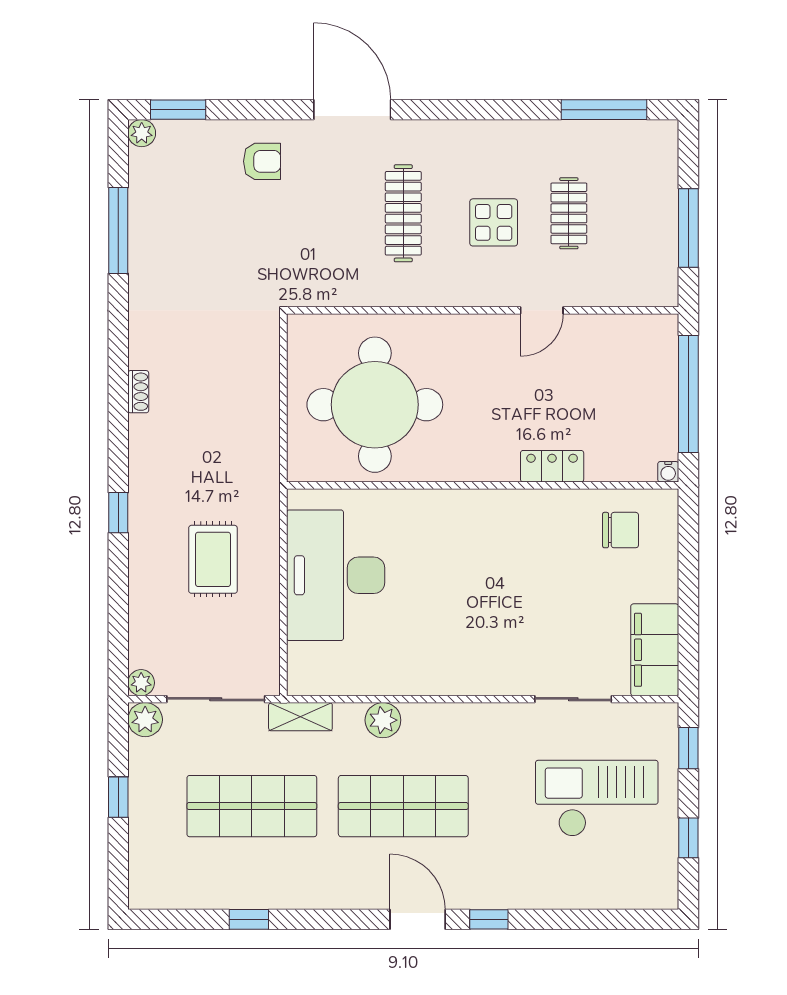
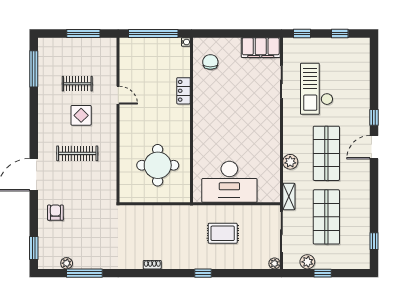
plant: (142, 133) -> (67, 263), moved
round table: (375, 405) -> (158, 165), width x0.73, depth x0.73
plant: (145, 720) -> (307, 262), moved
checkout: (597, 798) -> (317, 89), moved
window: (249, 919) -> (374, 241), moved

